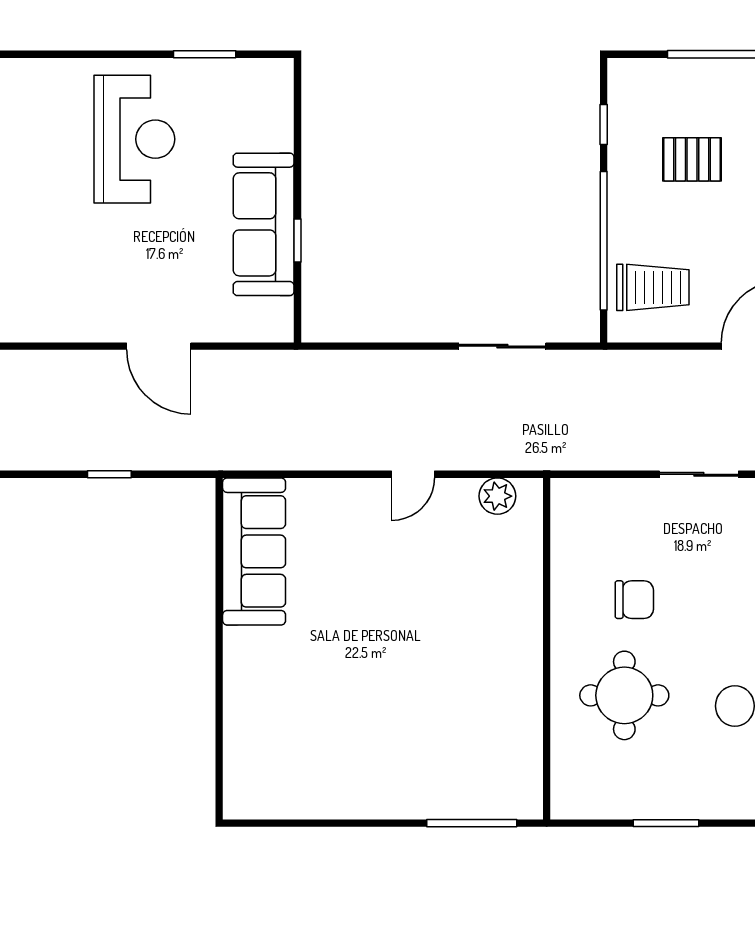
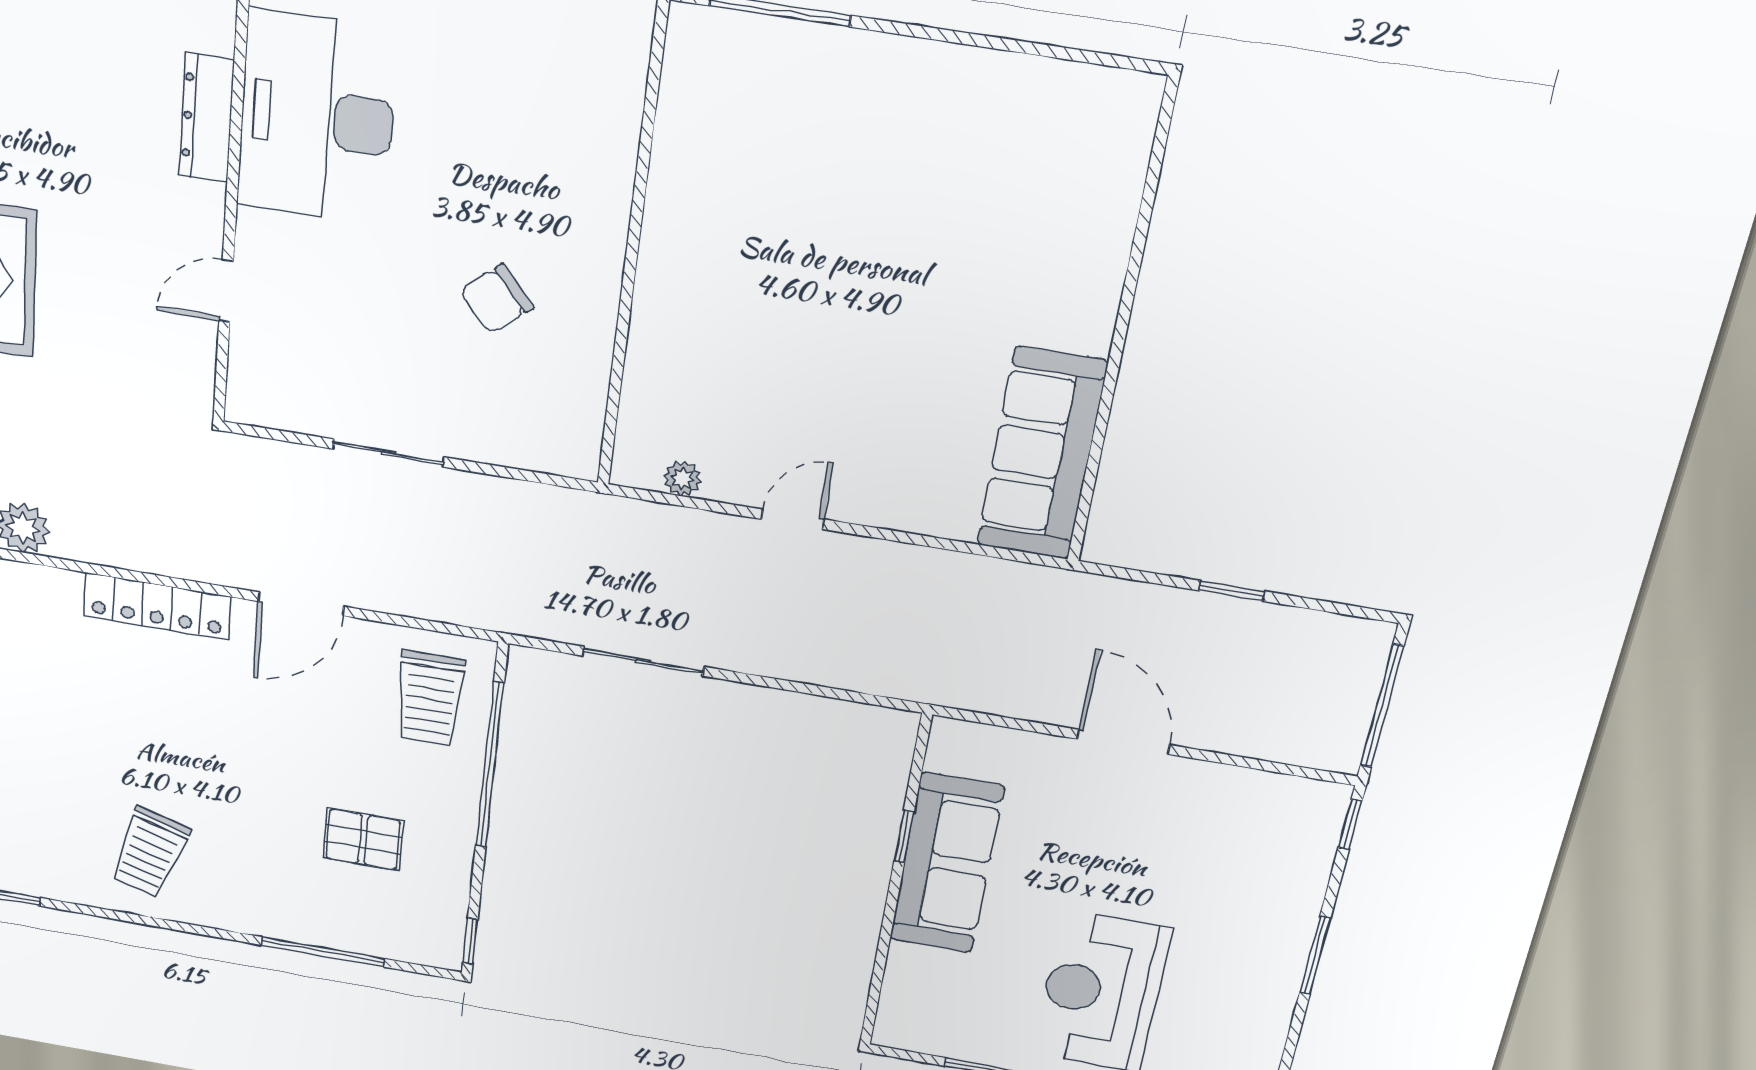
window: (604, 124) -> (470, 941), moved
trolley: (653, 287) -> (429, 698), turned -90
plant: (497, 496) -> (682, 479), width x0.73, depth x0.73
chair: (634, 600) -> (496, 299), turned -41
round table: (624, 695) -> (525, 166), removed

